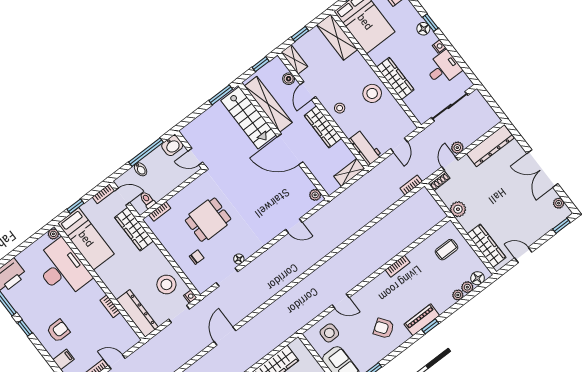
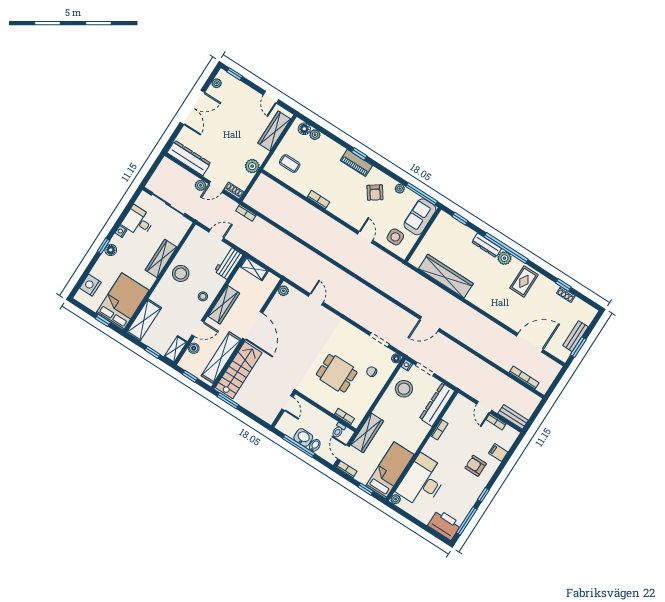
washbasin: (172, 146) -> (303, 438), moved
floor lamp: (239, 259) -> (396, 358), moved
plant: (458, 295) -> (400, 189), moved

